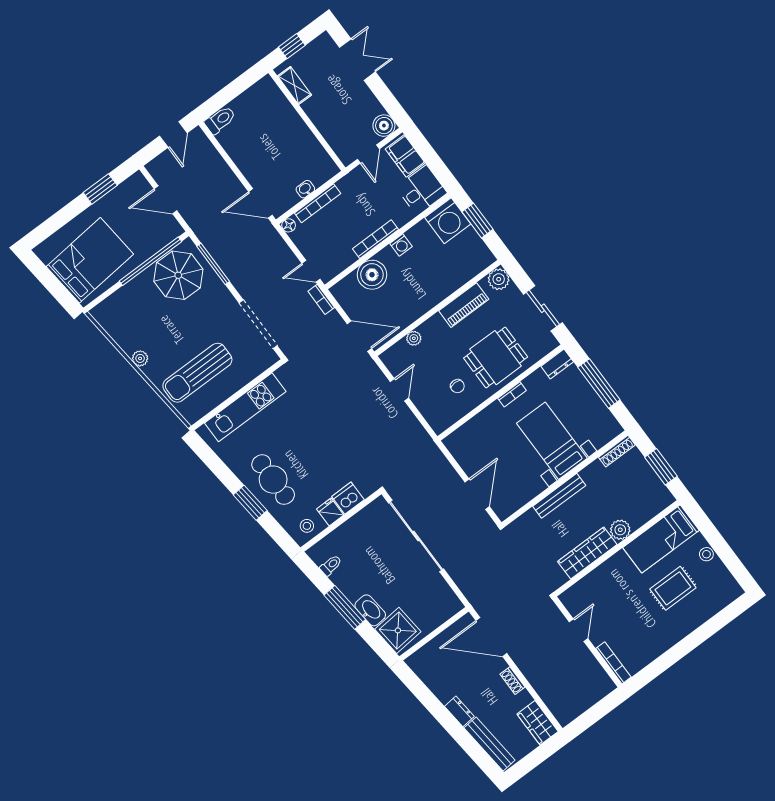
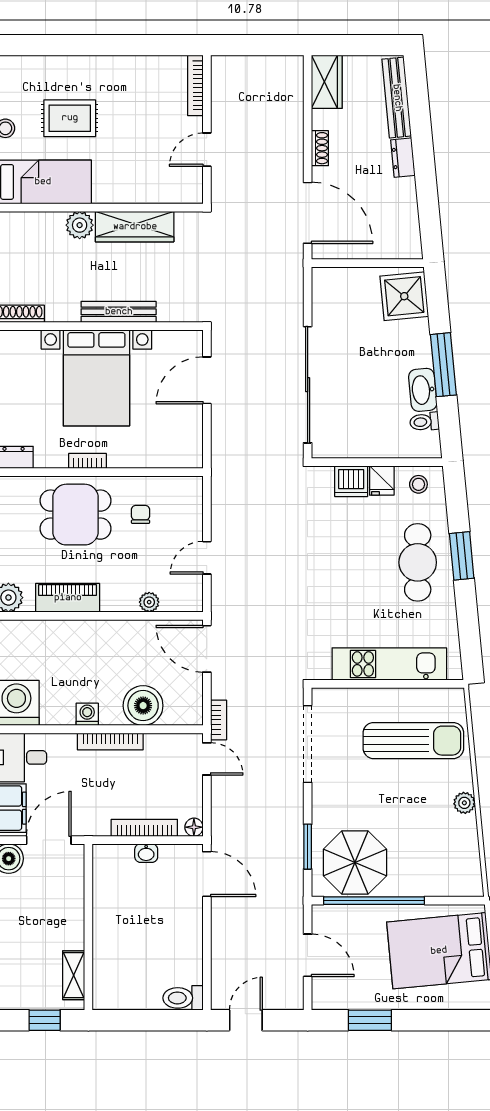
door: (368, 154) -> (49, 840), width x1.38
window: (213, 264) -> (308, 847), width x0.69
bed with nightstands: (552, 441) -> (96, 378), width x1.36
washbasin: (370, 610) -> (423, 390), moved

